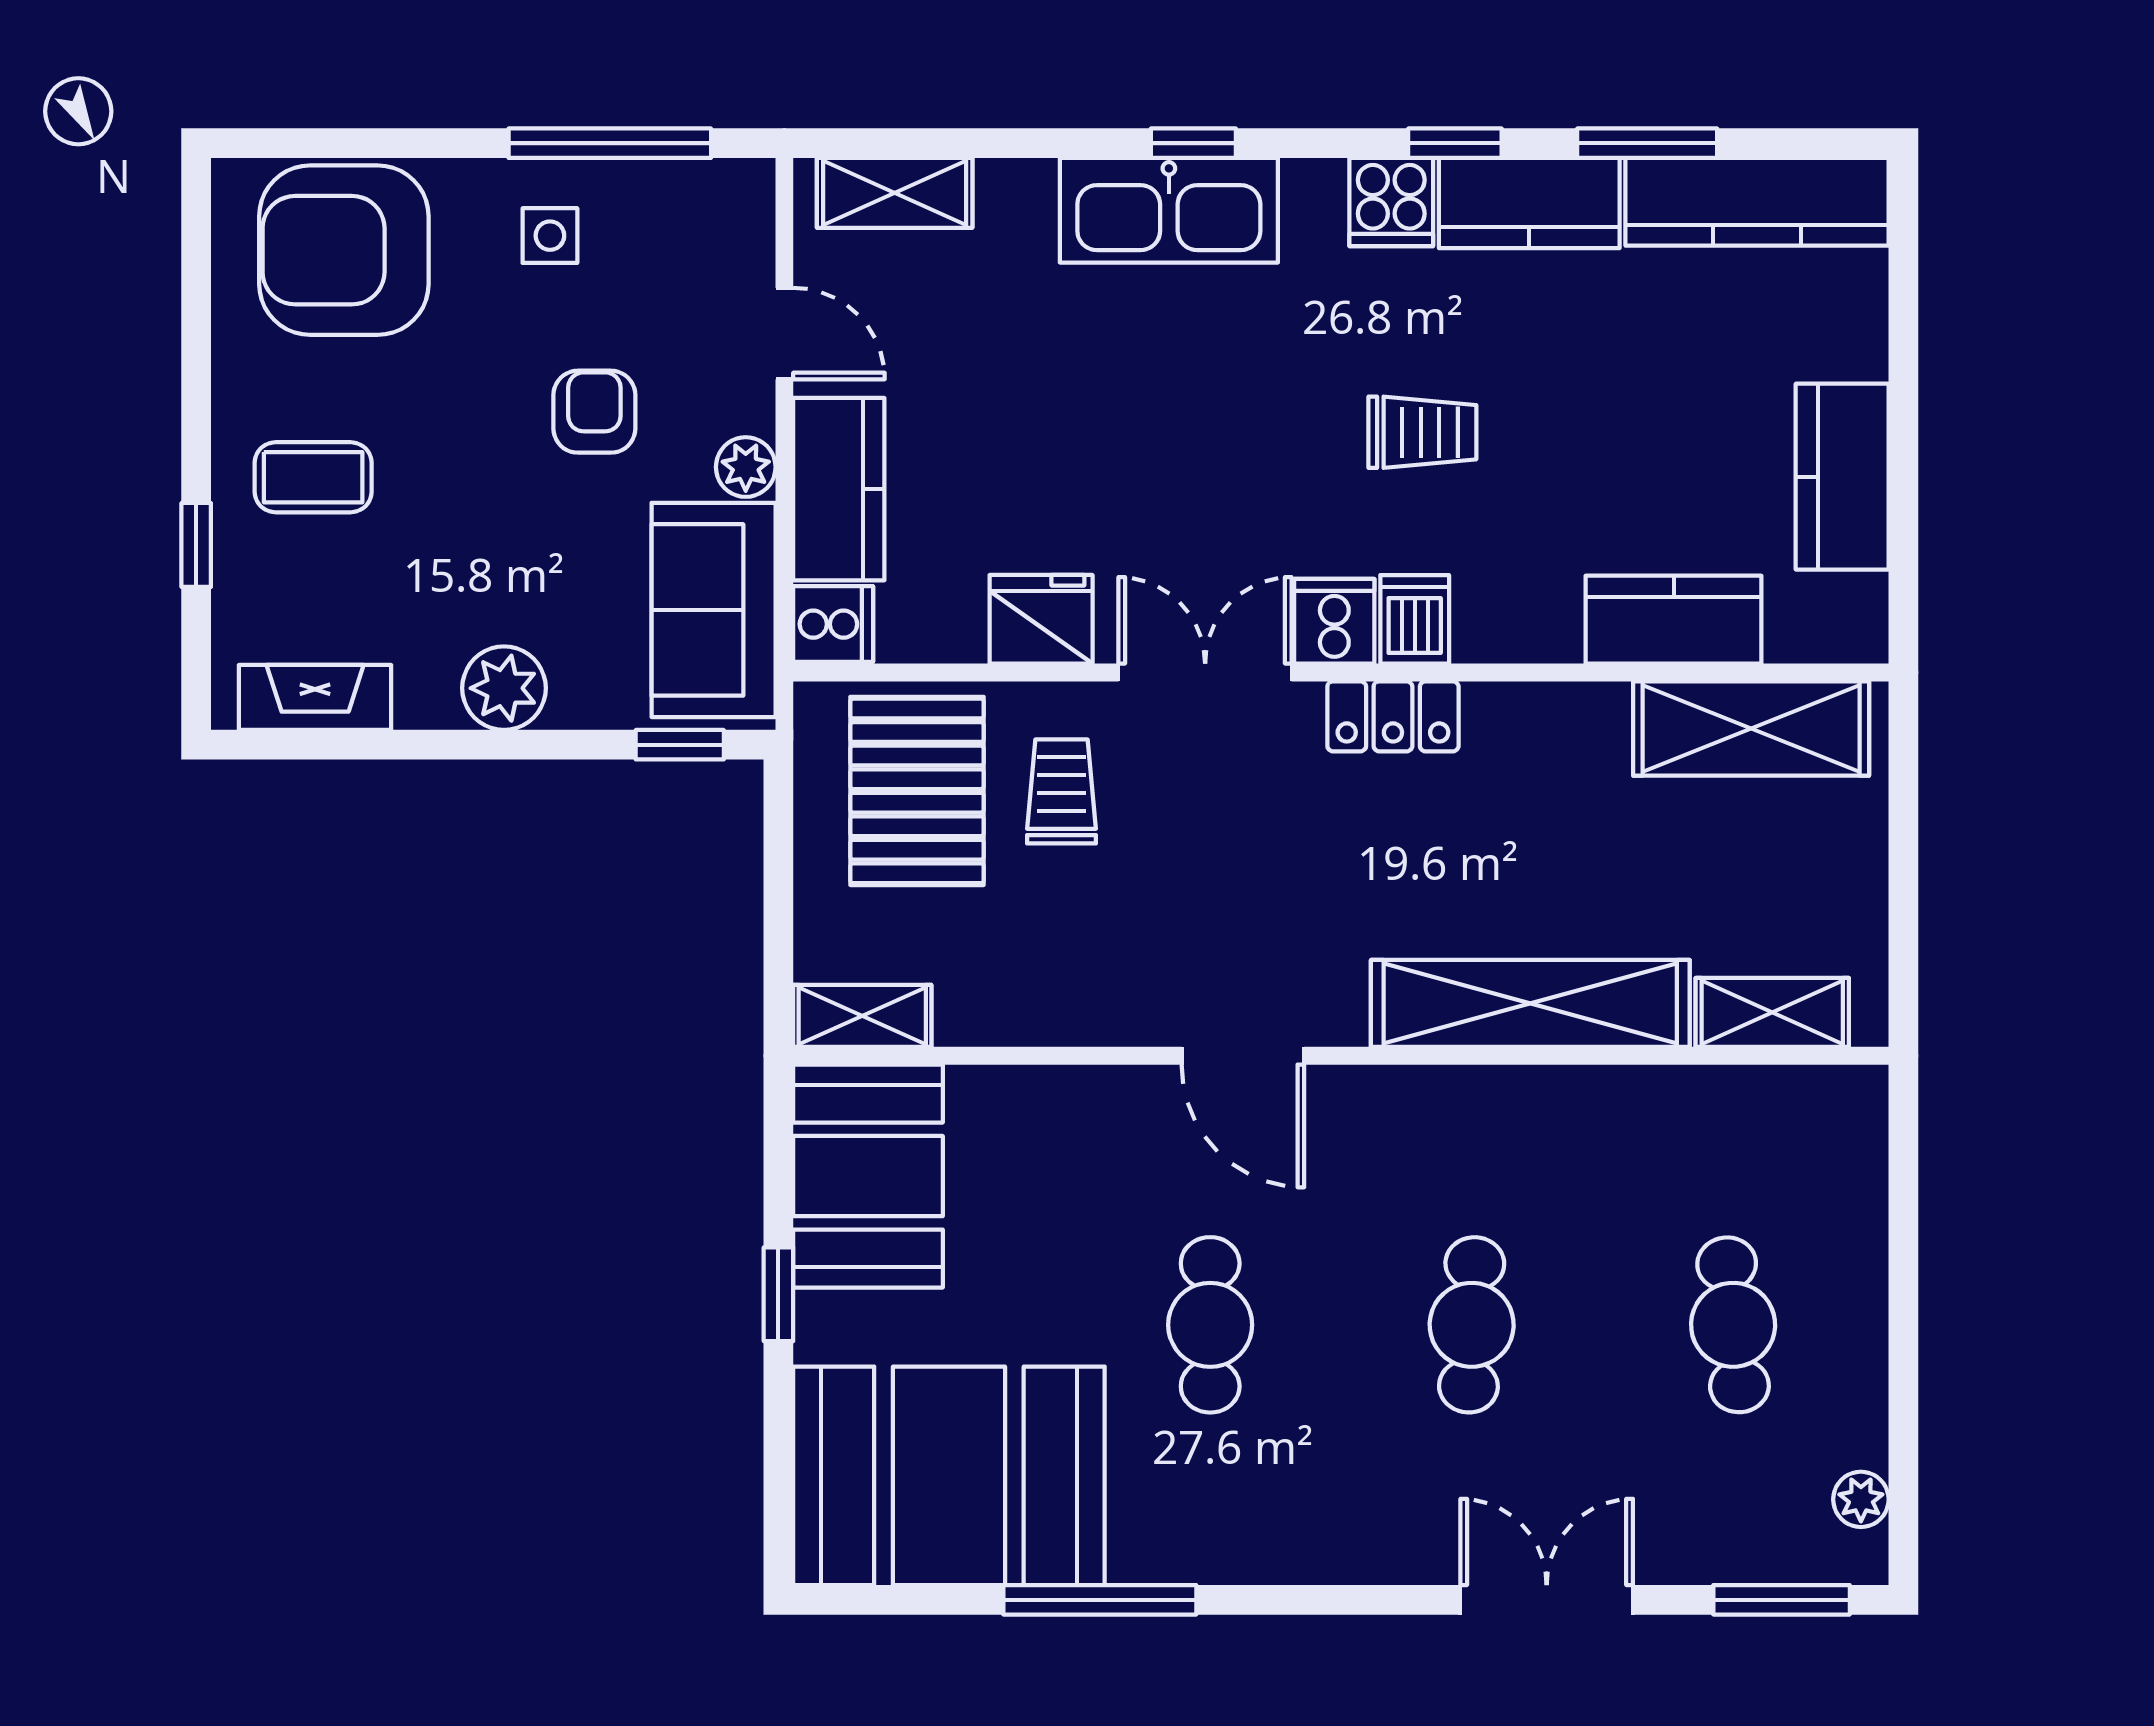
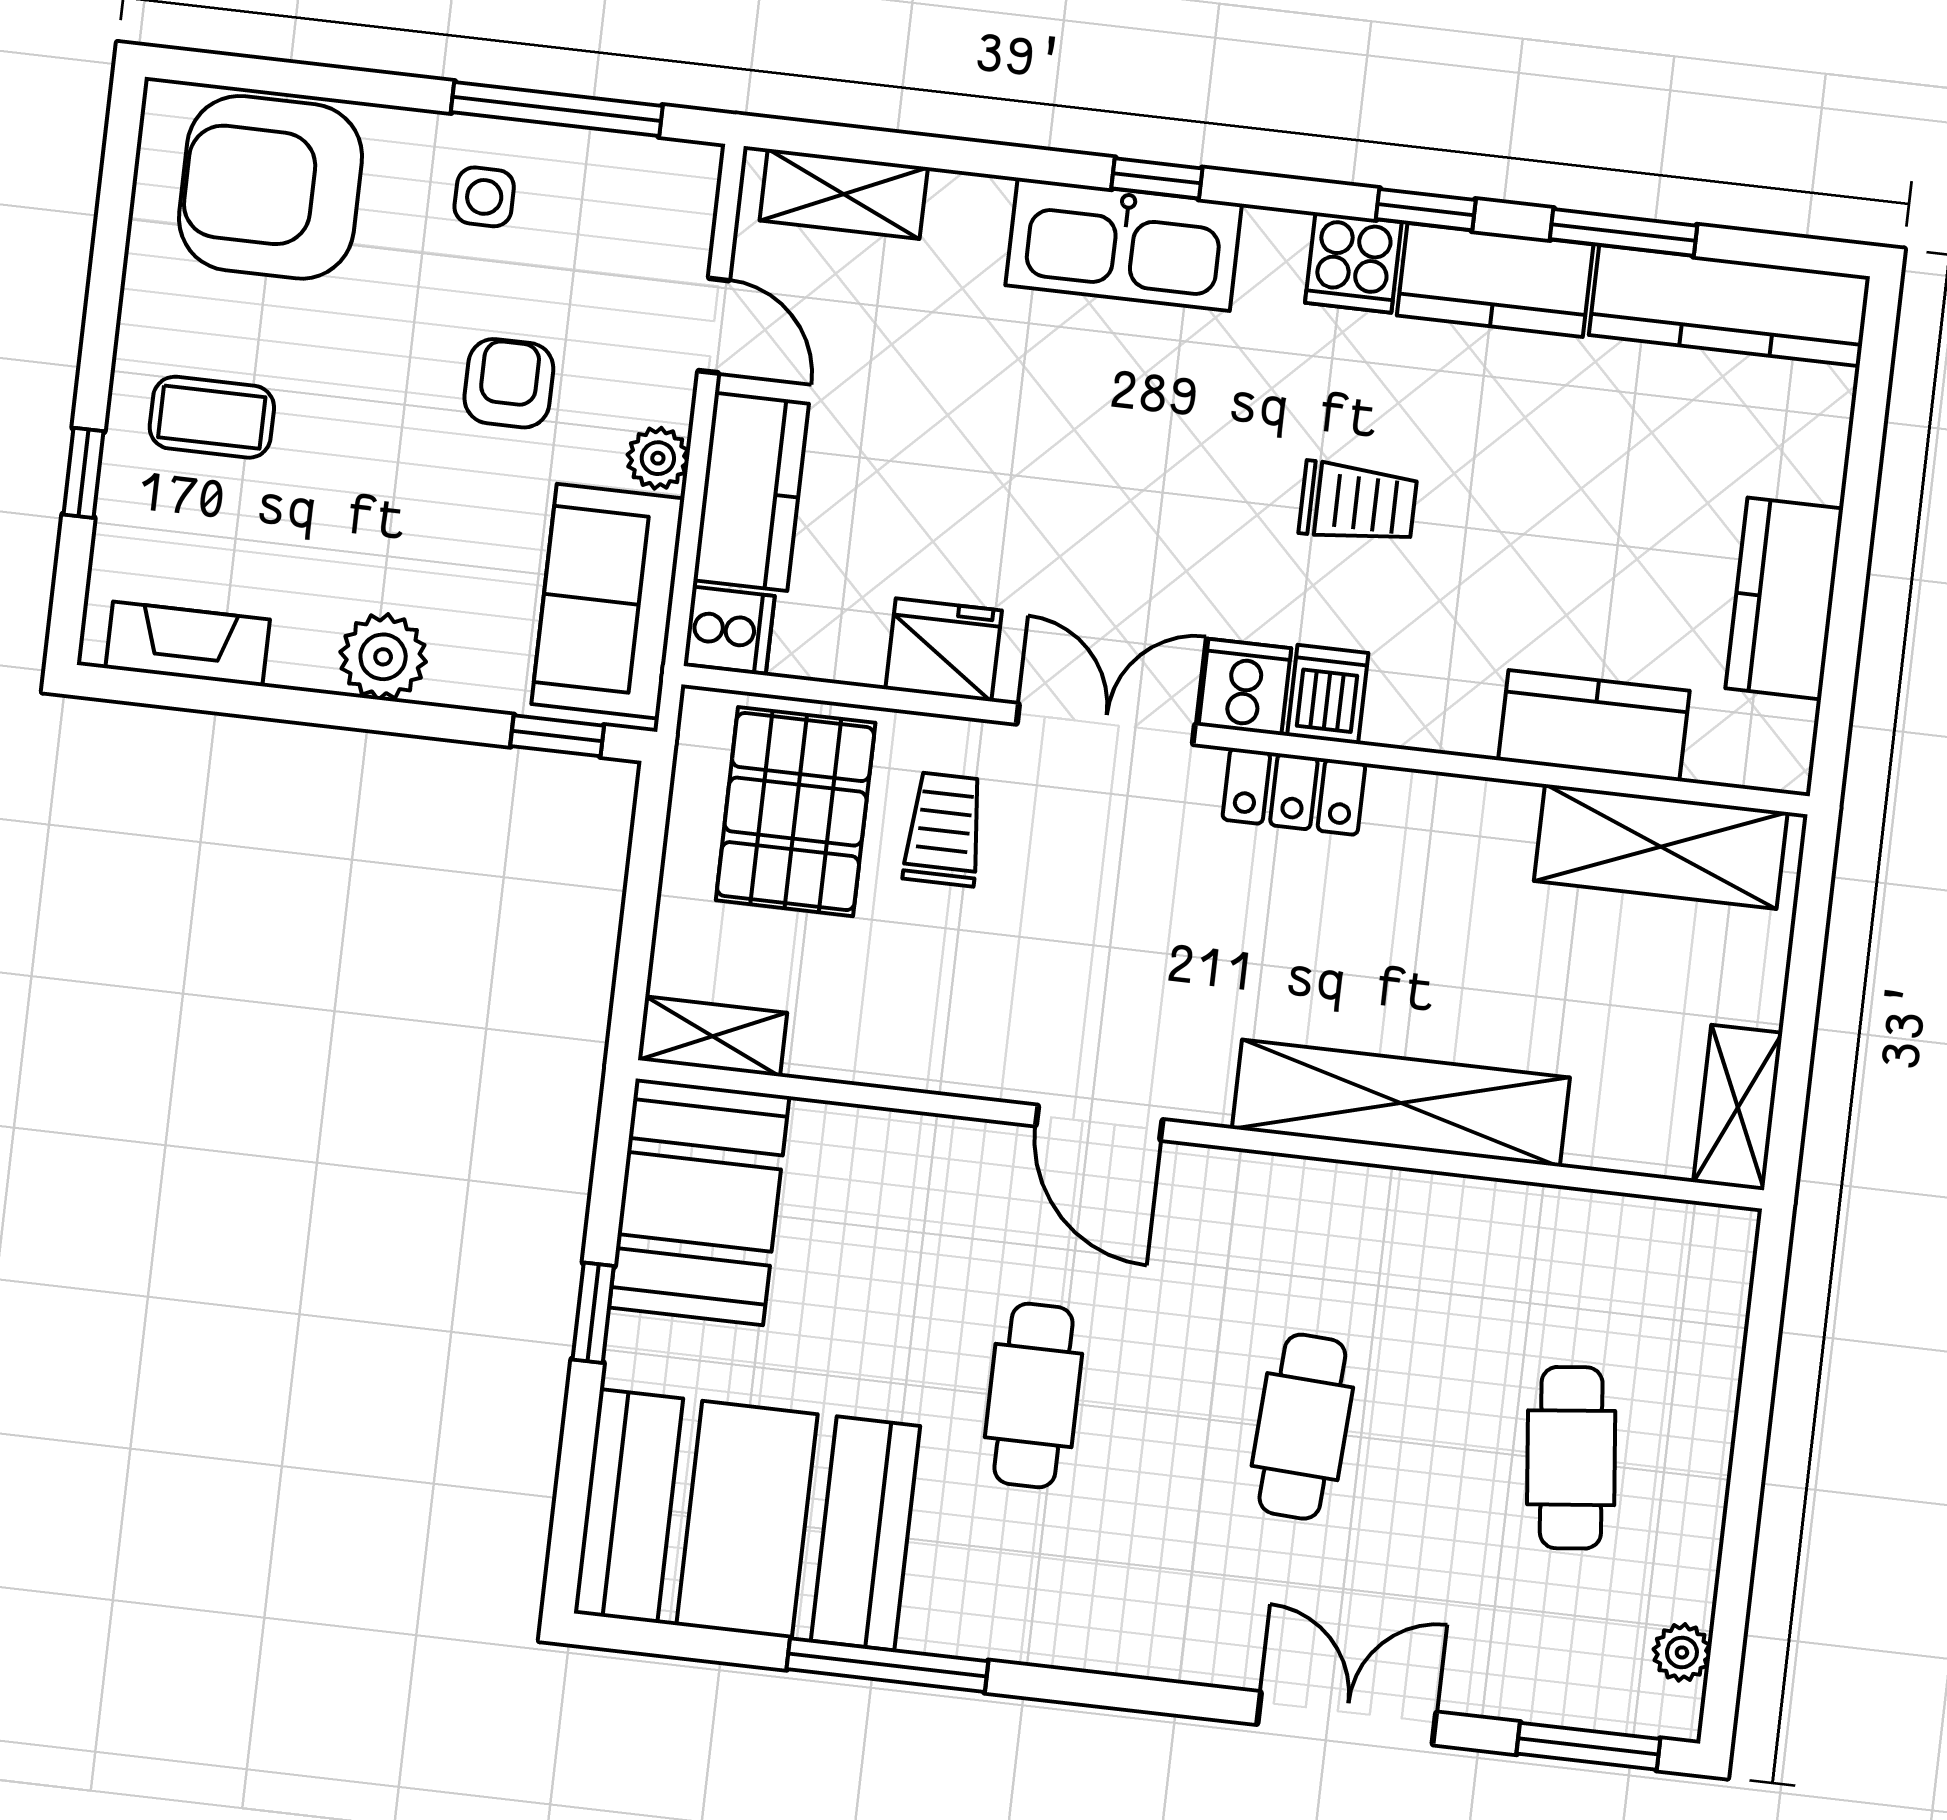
shelving: (1772, 1012) -> (1738, 1107), moved, turned 90

